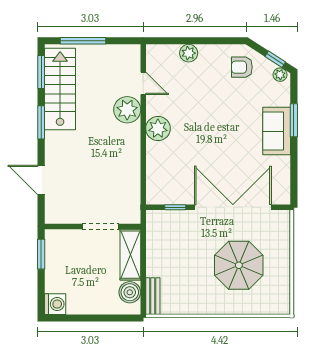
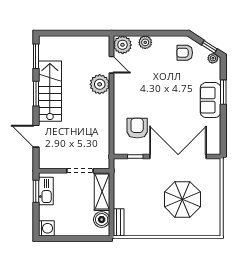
window: (83, 41) -> (67, 33), removed
stairs: (60, 89) -> (50, 91), moved
plant: (158, 128) -> (123, 45), moved
armchair: (178, 169) -> (137, 128), added
kitchen sink: (54, 254) -> (46, 191), added

